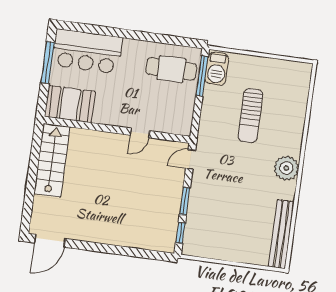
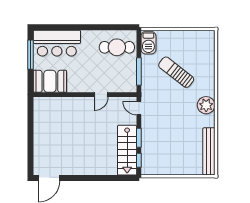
window: (202, 76) -> (139, 71), moved
sun lounger: (250, 116) -> (176, 72), turned 128
door: (191, 159) -> (139, 108), hinge flipped
stairs: (52, 160) -> (127, 150), moved, turned 180

